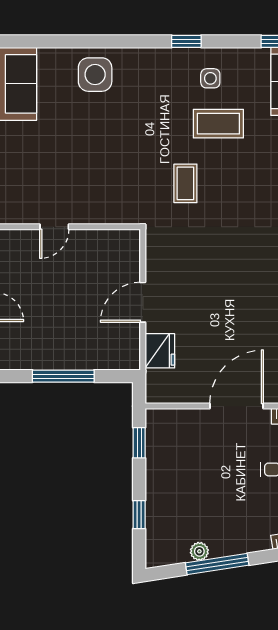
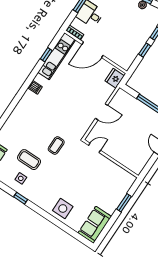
door: (54, 227) -> (95, 148), moved
fridge: (160, 351) -> (115, 78), moved
window: (139, 443) -> (145, 50), moved

